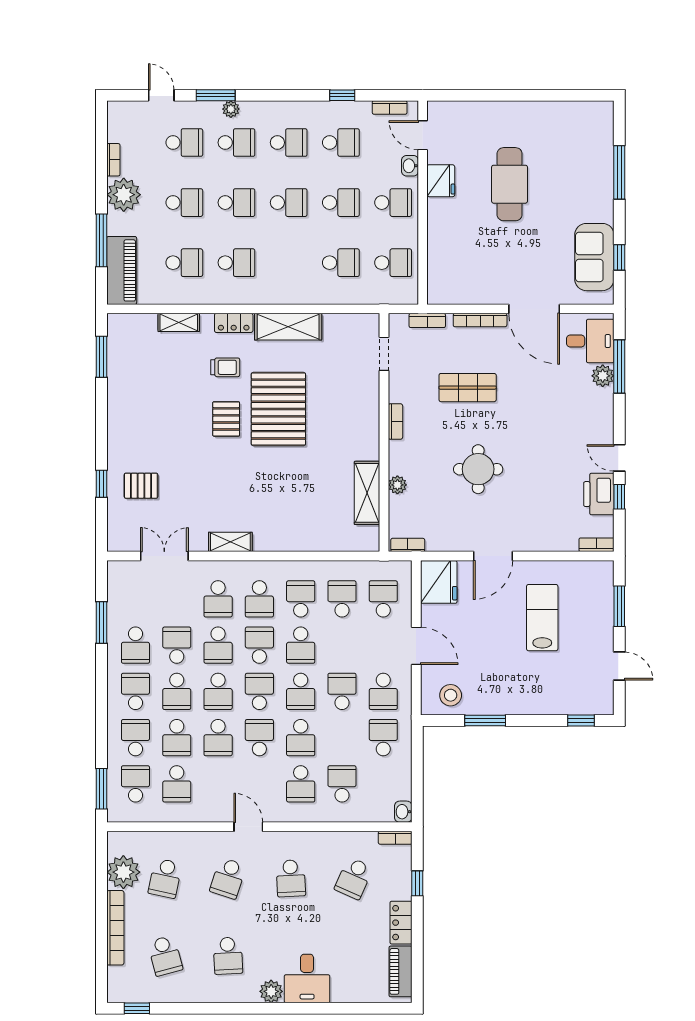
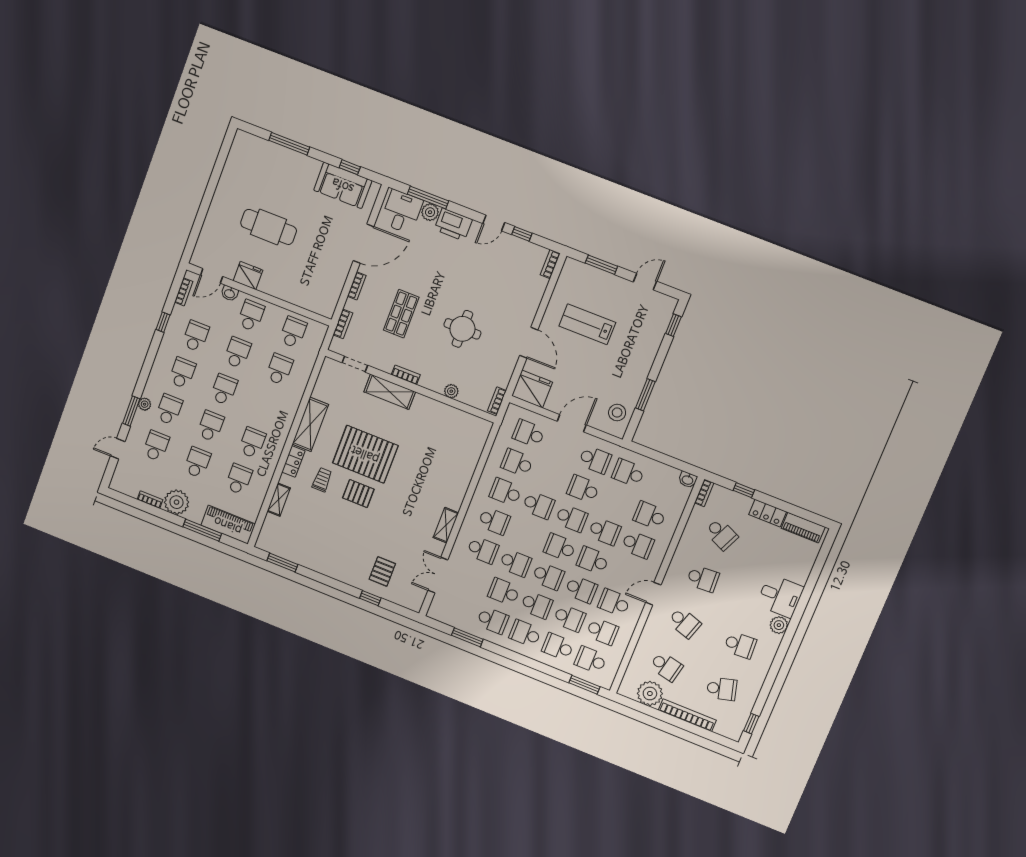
bookcase: (480, 320) -> (357, 286), width x0.64
shelving: (367, 493) -> (390, 392), moved
printer: (599, 494) -> (453, 224), moved
school desk: (259, 645) -> (614, 603), moved

